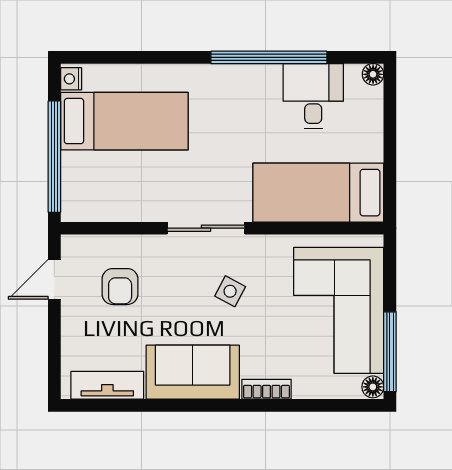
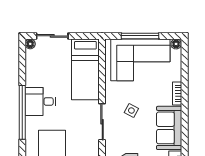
window: (269, 57) -> (22, 112), moved
desk: (313, 96) -> (40, 101), moved
sliding door: (390, 121) -> (52, 36), added
window: (390, 352) -> (140, 36), moved

